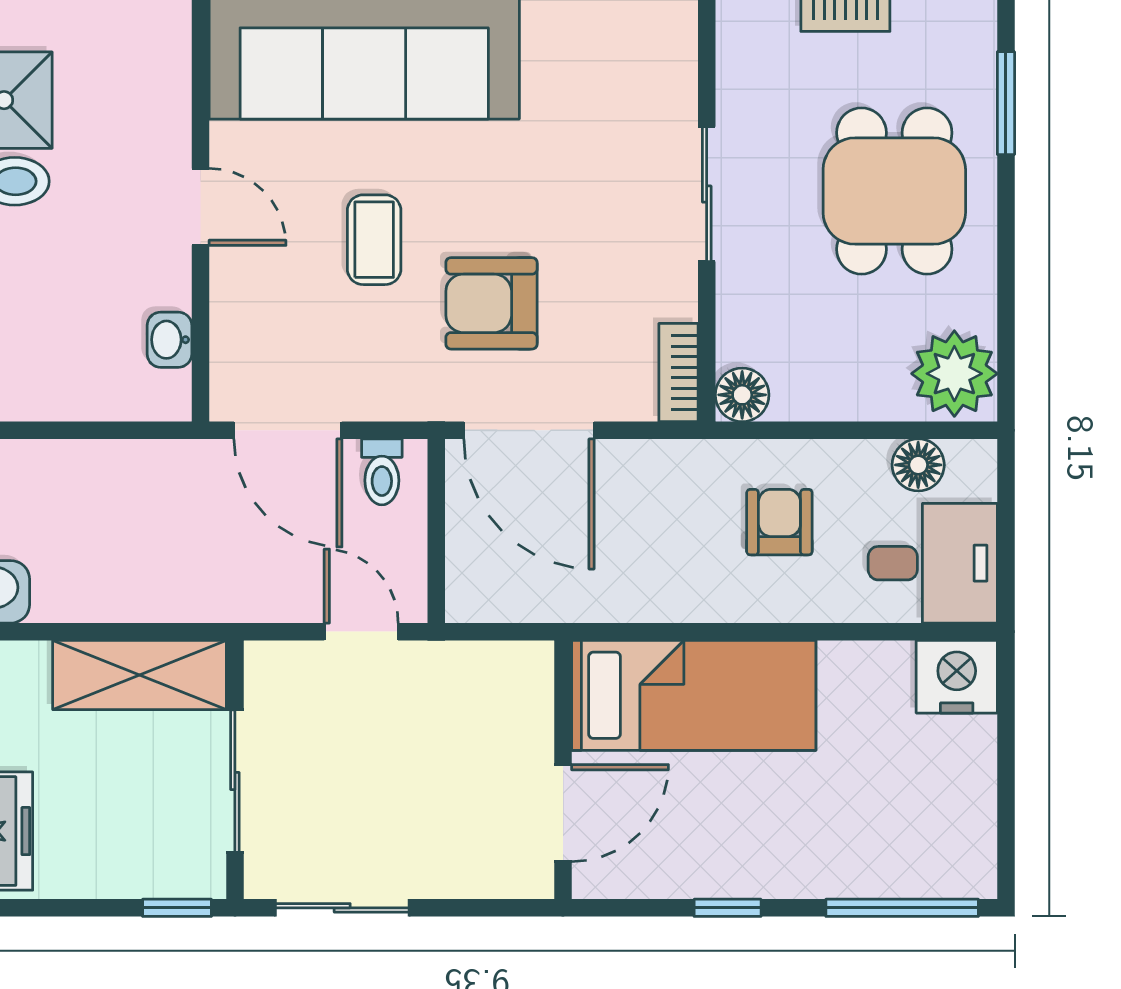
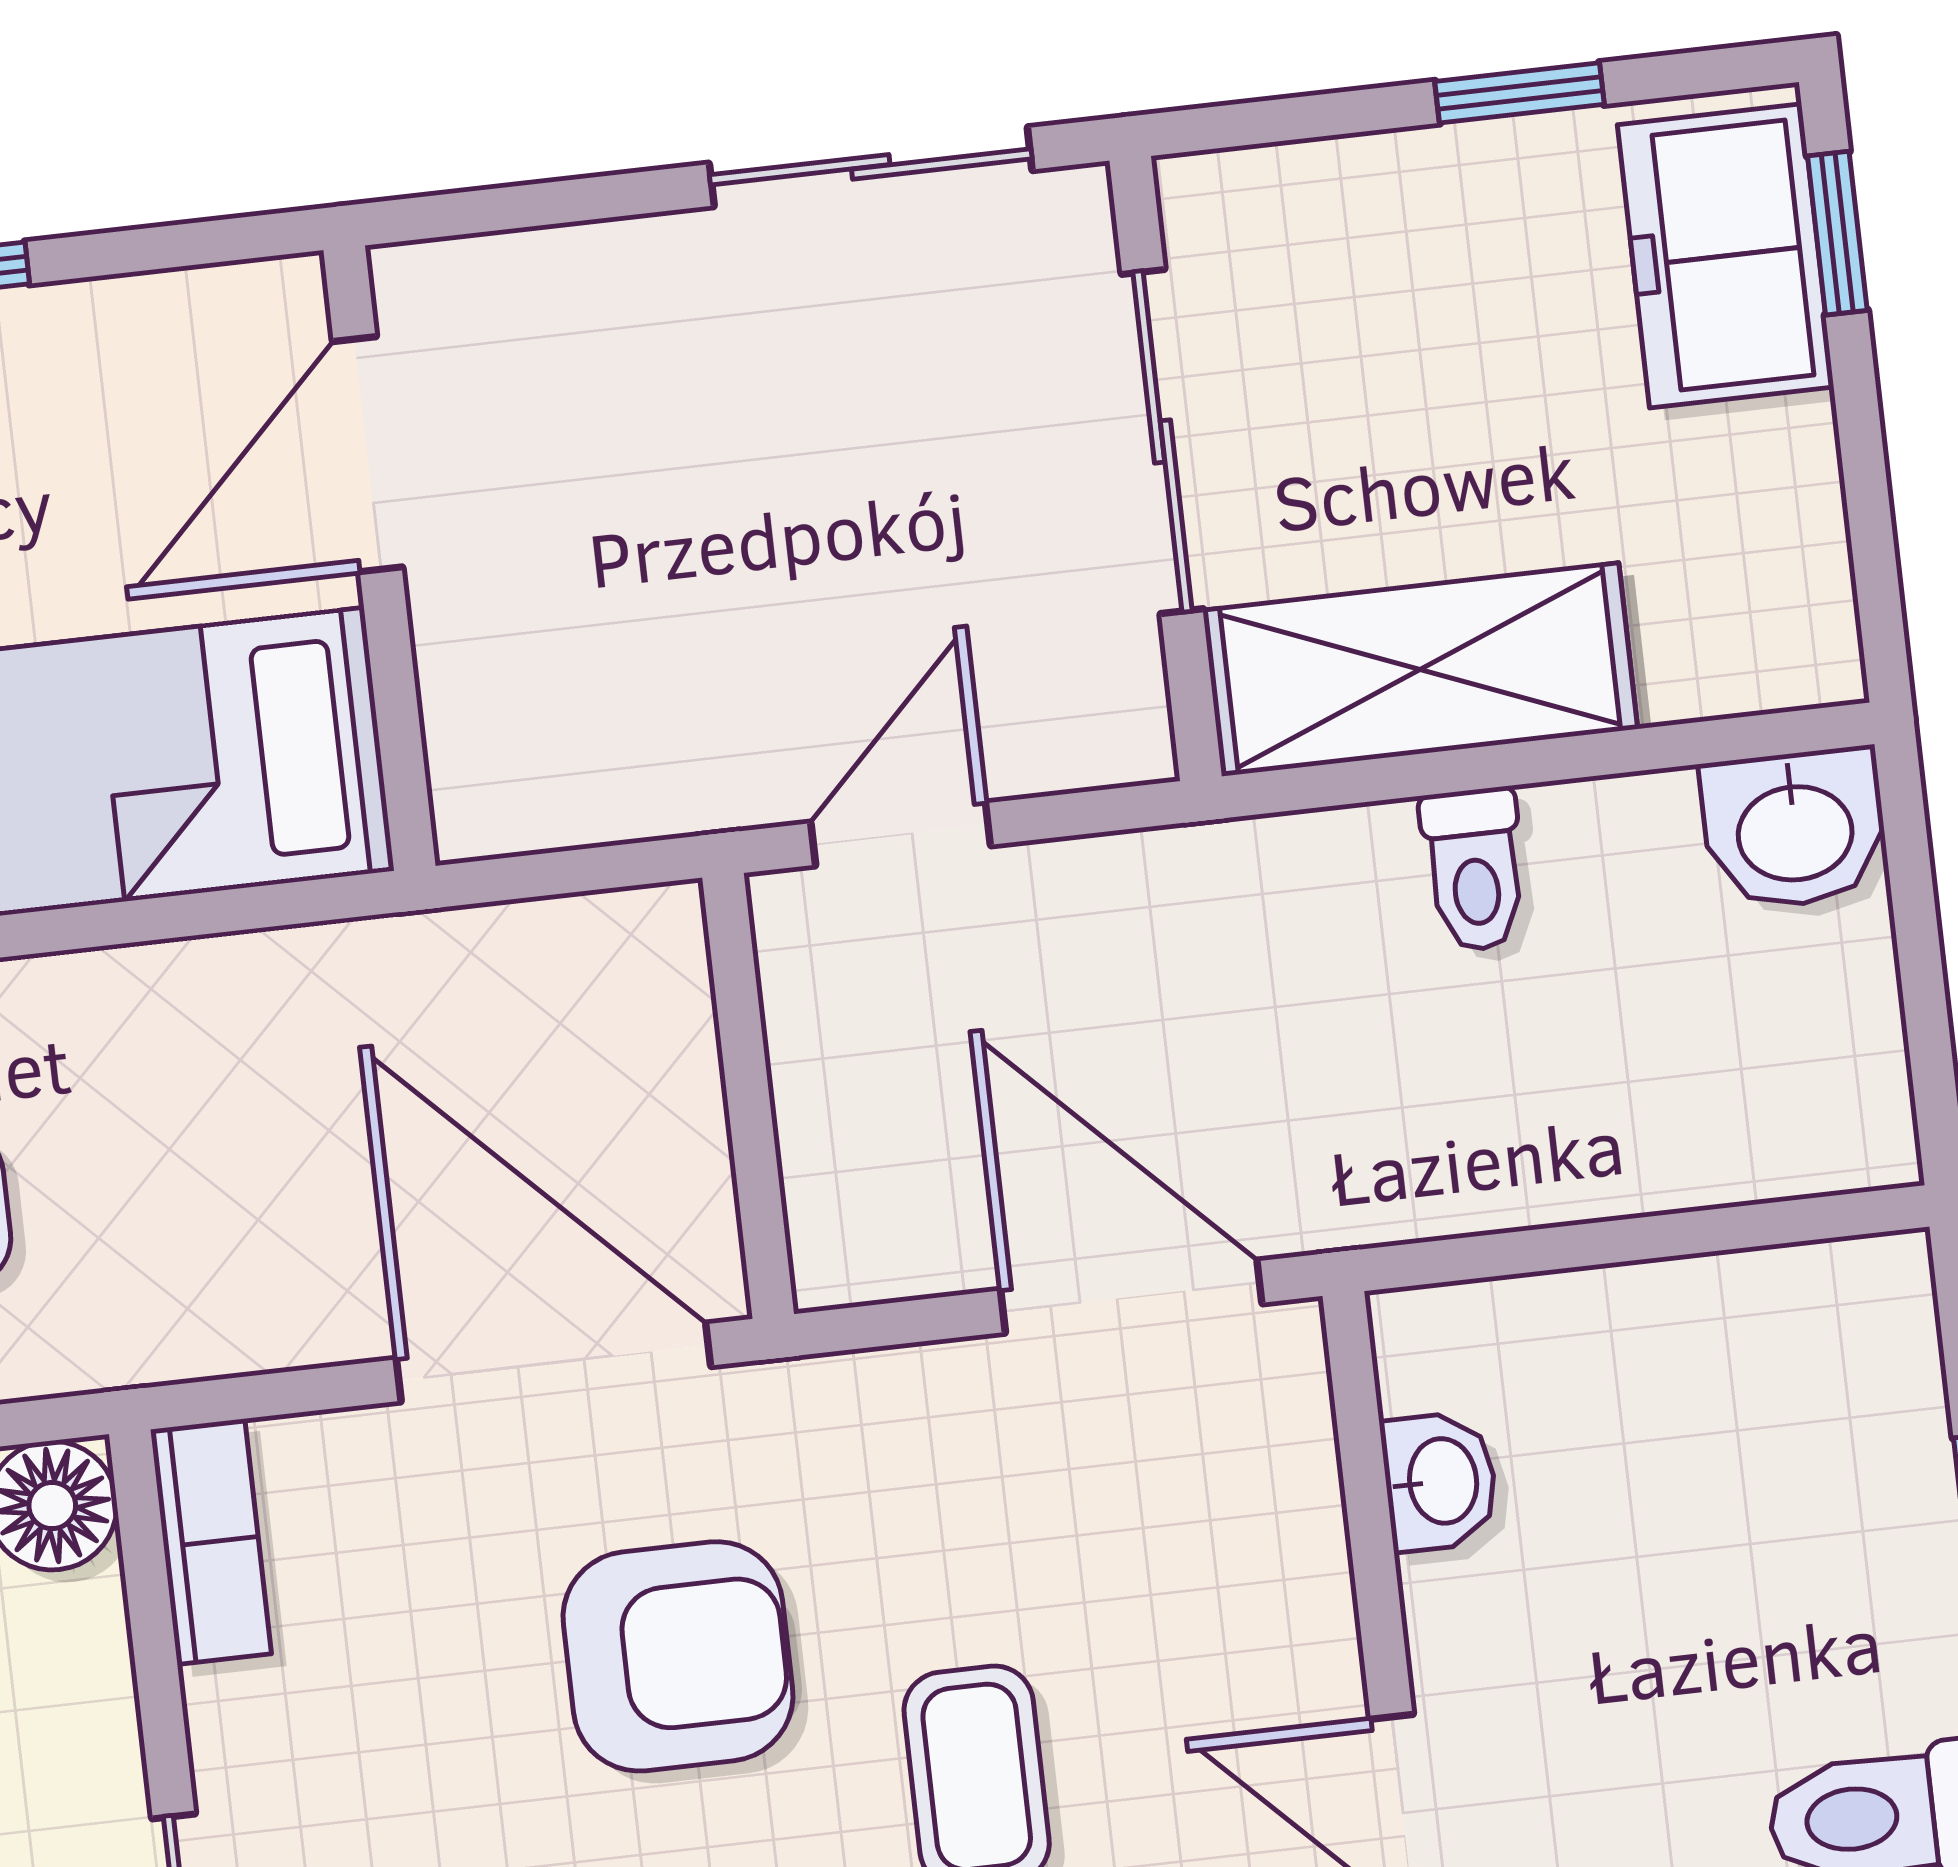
toilet: (382, 472) -> (1474, 870), moved, turned 180
door: (361, 632) -> (901, 834), swing flipped
window: (177, 908) -> (1519, 93), moved

